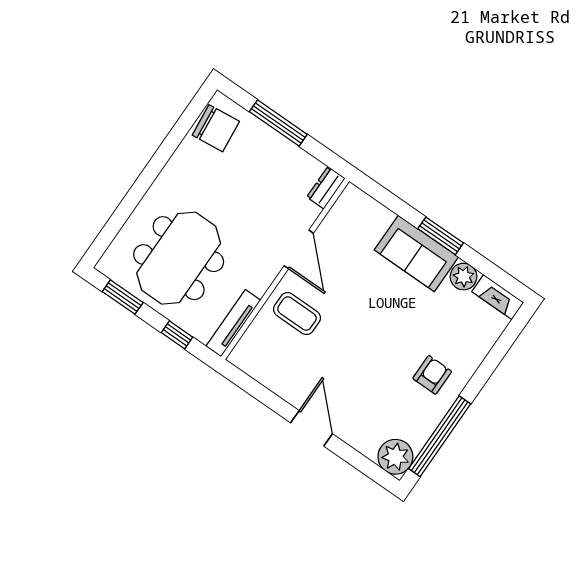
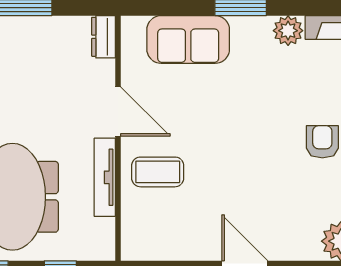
sofa: (416, 253) -> (188, 39), moved
tv unit: (233, 323) -> (105, 177), moved

